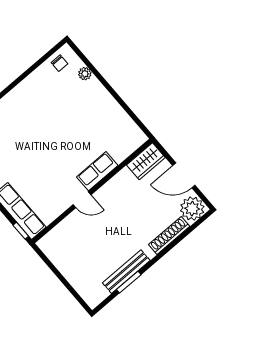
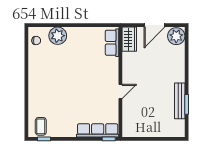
plant: (85, 74) -> (58, 36), width x1.88, depth x1.88
row of seats: (97, 171) -> (112, 43), moved
shoe rack: (169, 235) -> (180, 61), removed

